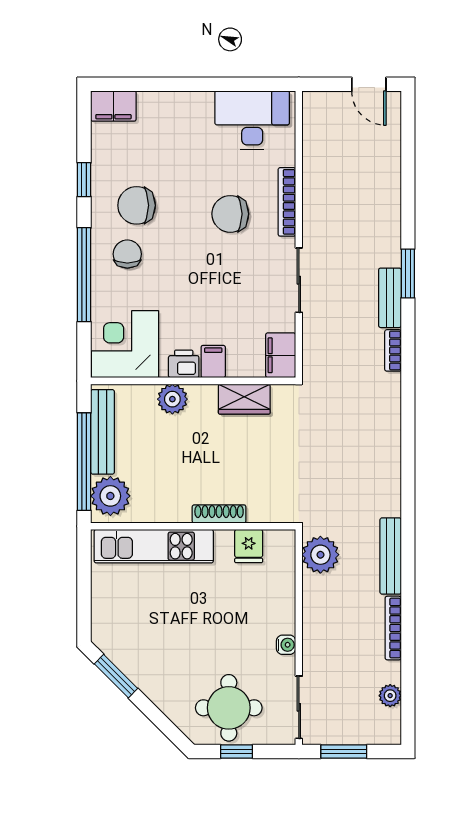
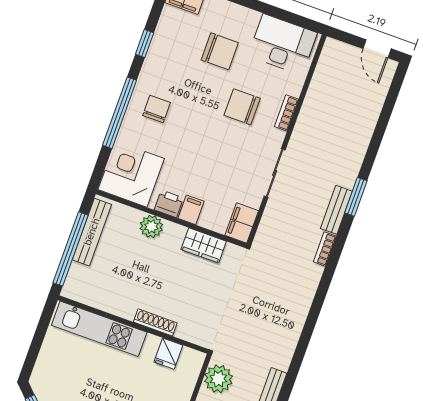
bookcase: (287, 202) -> (286, 113), width x0.64
chair: (137, 205) -> (220, 51), moved, turned 180
plant: (110, 496) -> (81, 281), removed

